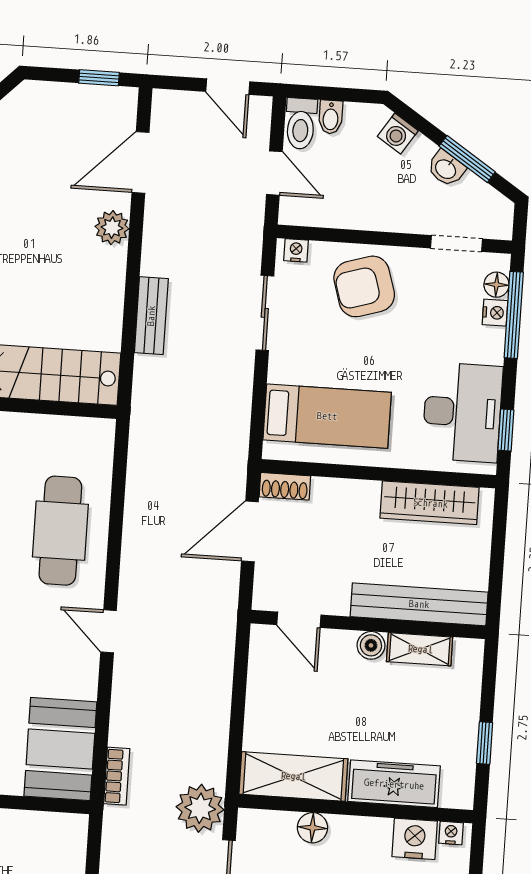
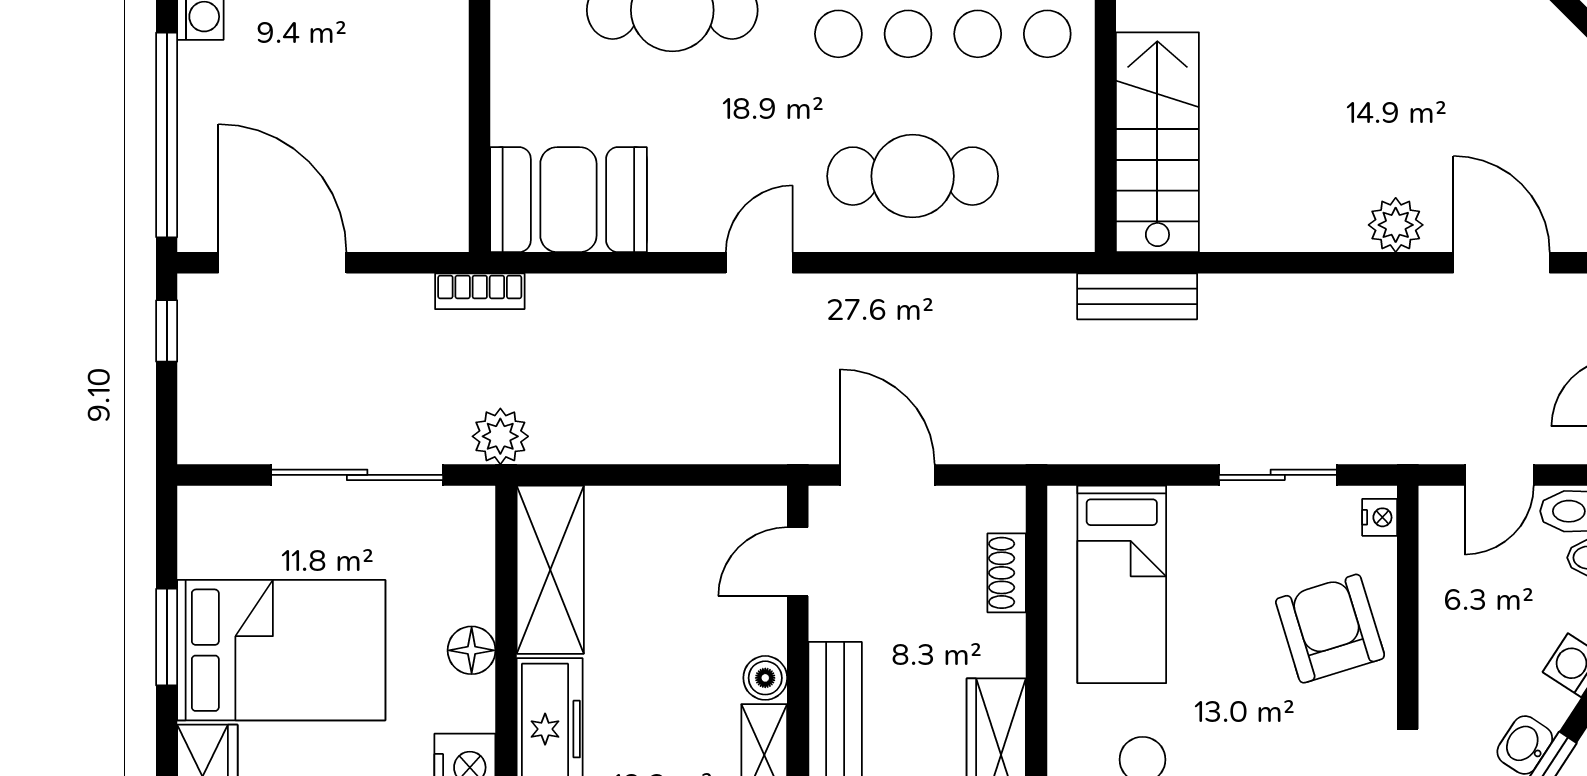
bench: (151, 316) -> (1137, 296), moved
shoe rack: (285, 486) -> (1007, 573), moved
door: (250, 531) -> (887, 475), moved
bookcase: (117, 776) -> (480, 291), moved
plant: (200, 808) -> (500, 436), width x0.73, depth x0.73
floor lamp: (312, 828) -> (472, 650), moved

